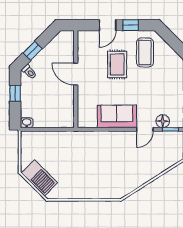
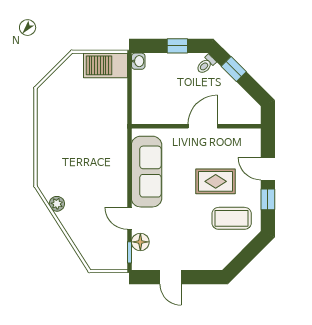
sofa: (117, 116) -> (147, 172), width x1.36
barbecue: (39, 178) -> (105, 65), moved, turned 45
plant: (134, 184) -> (57, 204), added

